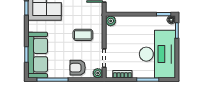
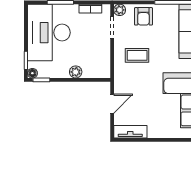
plant: (111, 21) -> (76, 72), moved
armchair: (78, 68) -> (143, 16), turned 90

